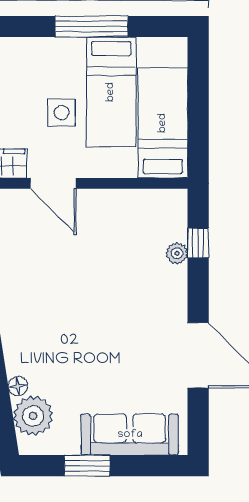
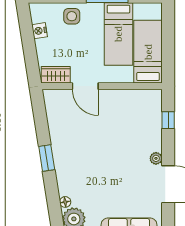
side table: (61, 113) -> (72, 16), moved
plant: (177, 253) -> (156, 158), moved

